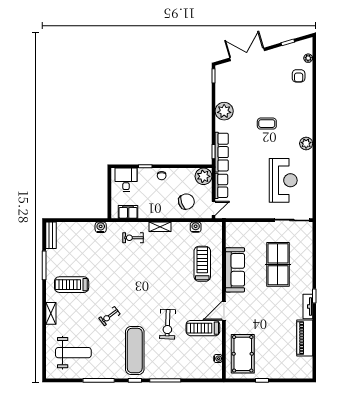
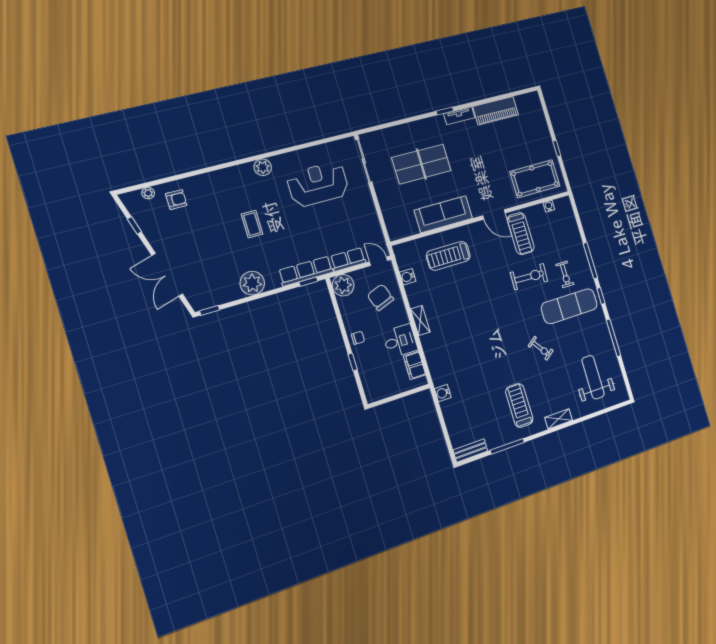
desk: (126, 180) -> (400, 341), moved, turned 180
exercise bike: (133, 238) -> (565, 274), moved
treadmill: (72, 285) -> (519, 406), turned 180

